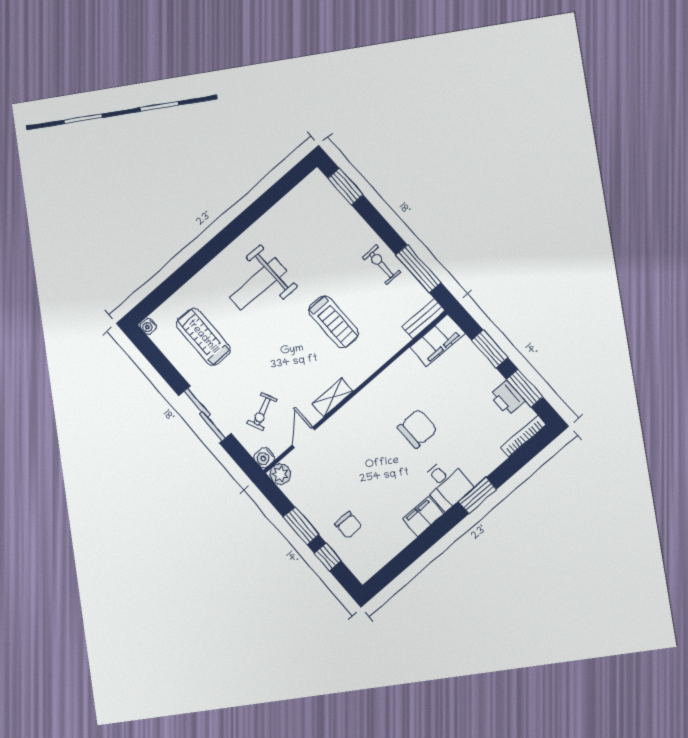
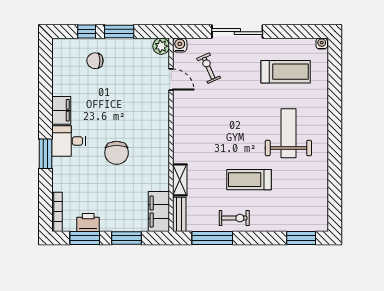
treadmill: (333, 322) -> (249, 180), moved
shelving: (333, 397) -> (180, 180), moved

